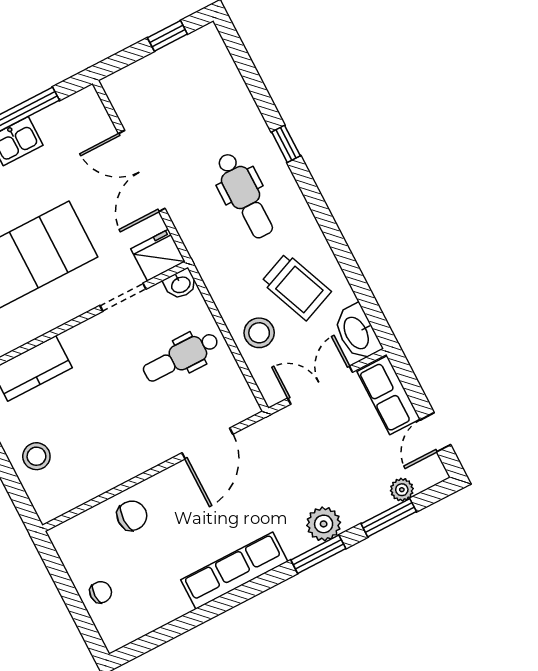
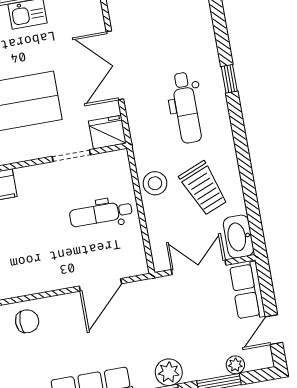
washbasin: (180, 284) -> (118, 159), removed
stool: (259, 333) -> (155, 183), moved

